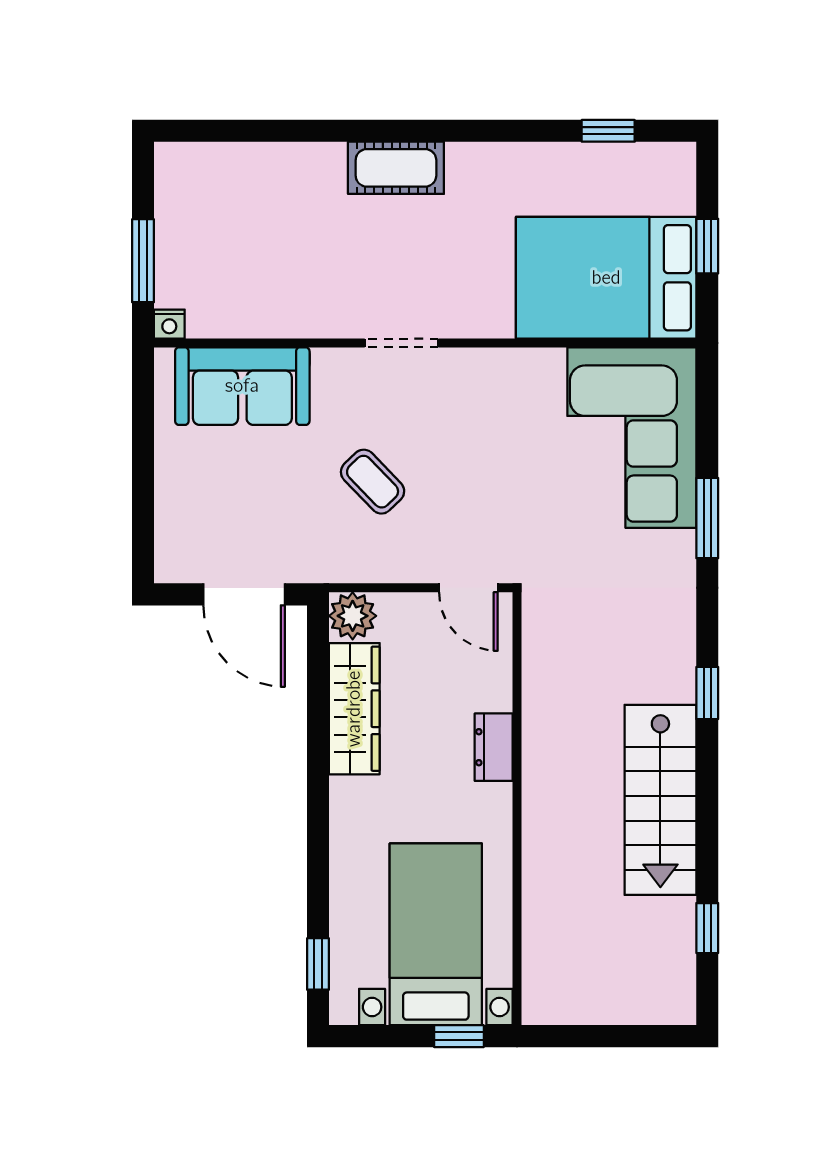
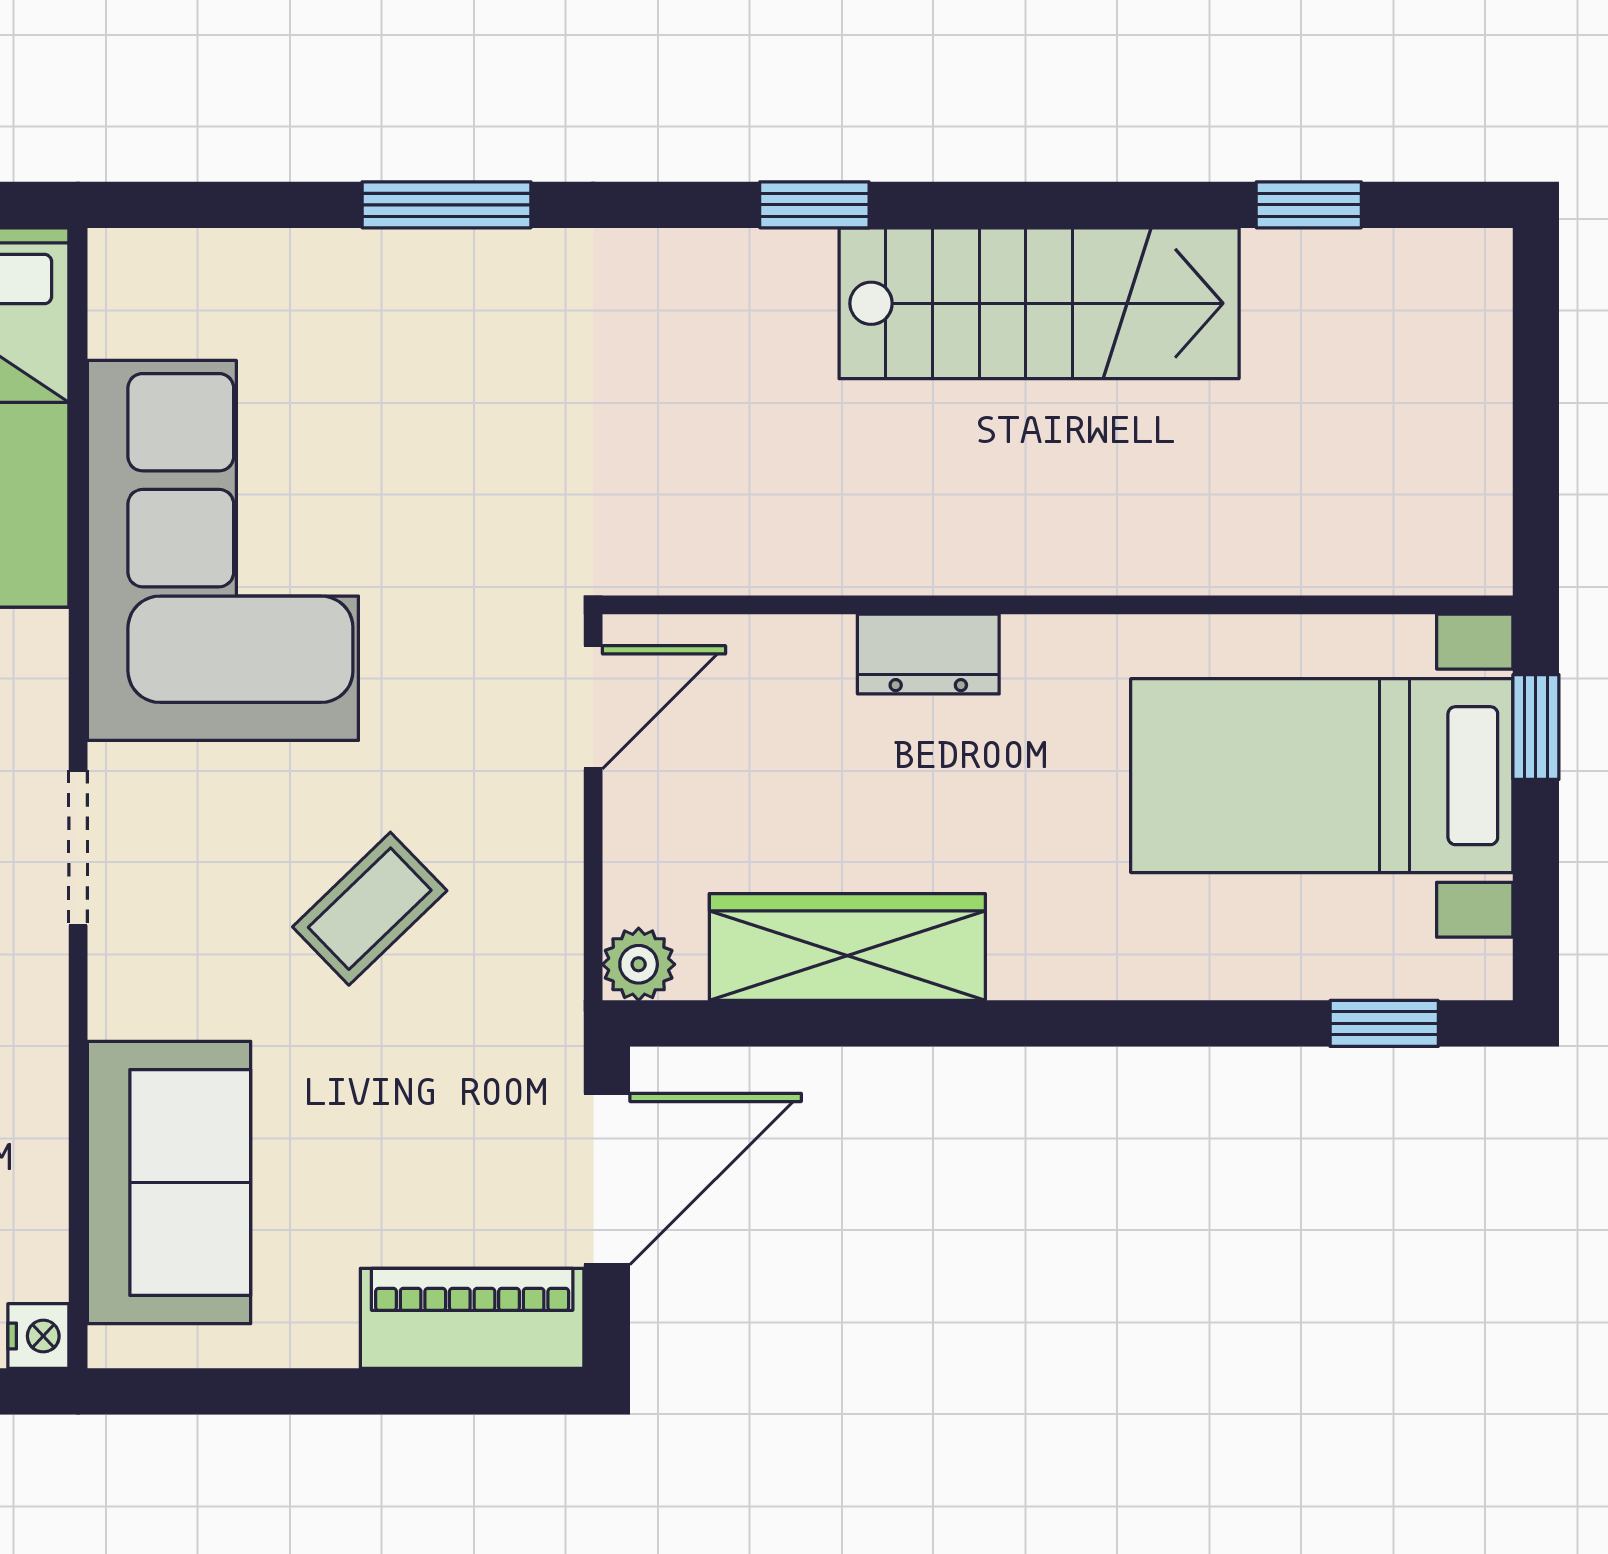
corner sofa: (632, 438) -> (223, 550), moved, turned -90
piano: (178, 530) -> (472, 1318), added
plant: (353, 616) -> (639, 964), width x0.73, depth x0.73

